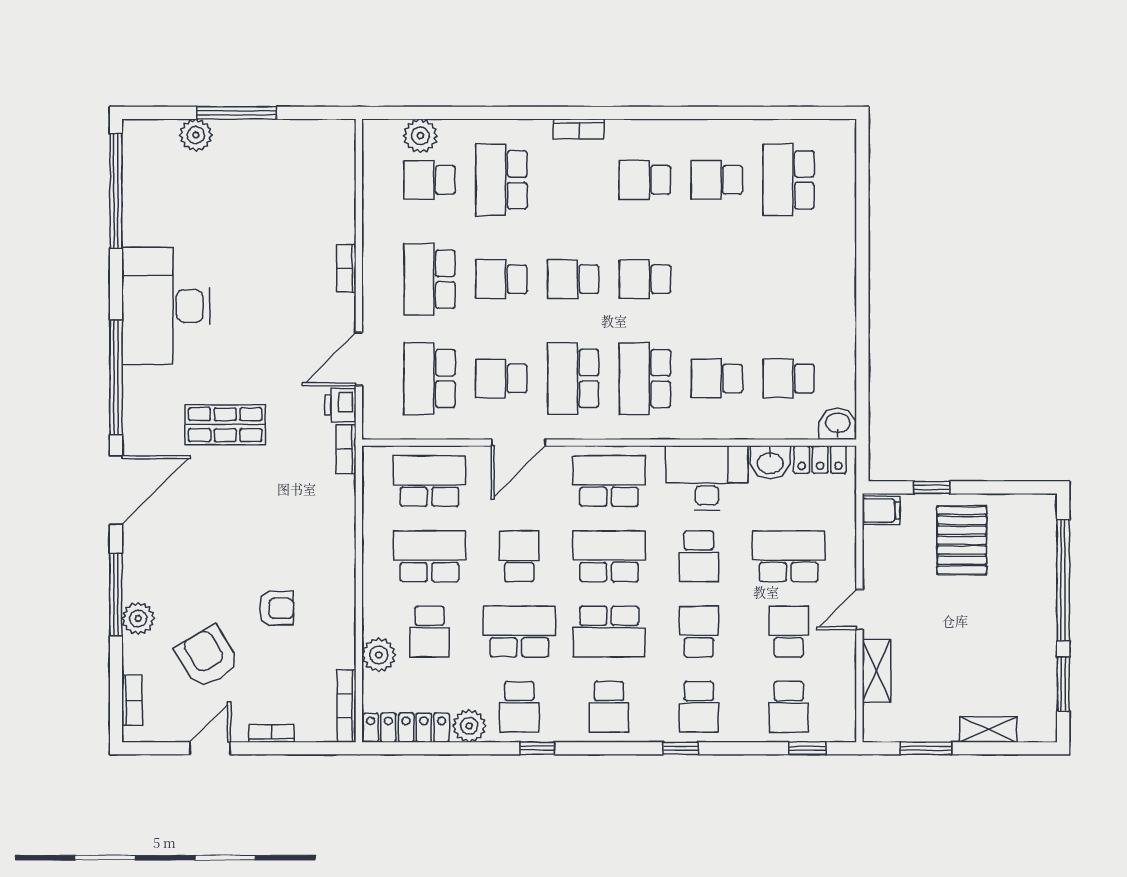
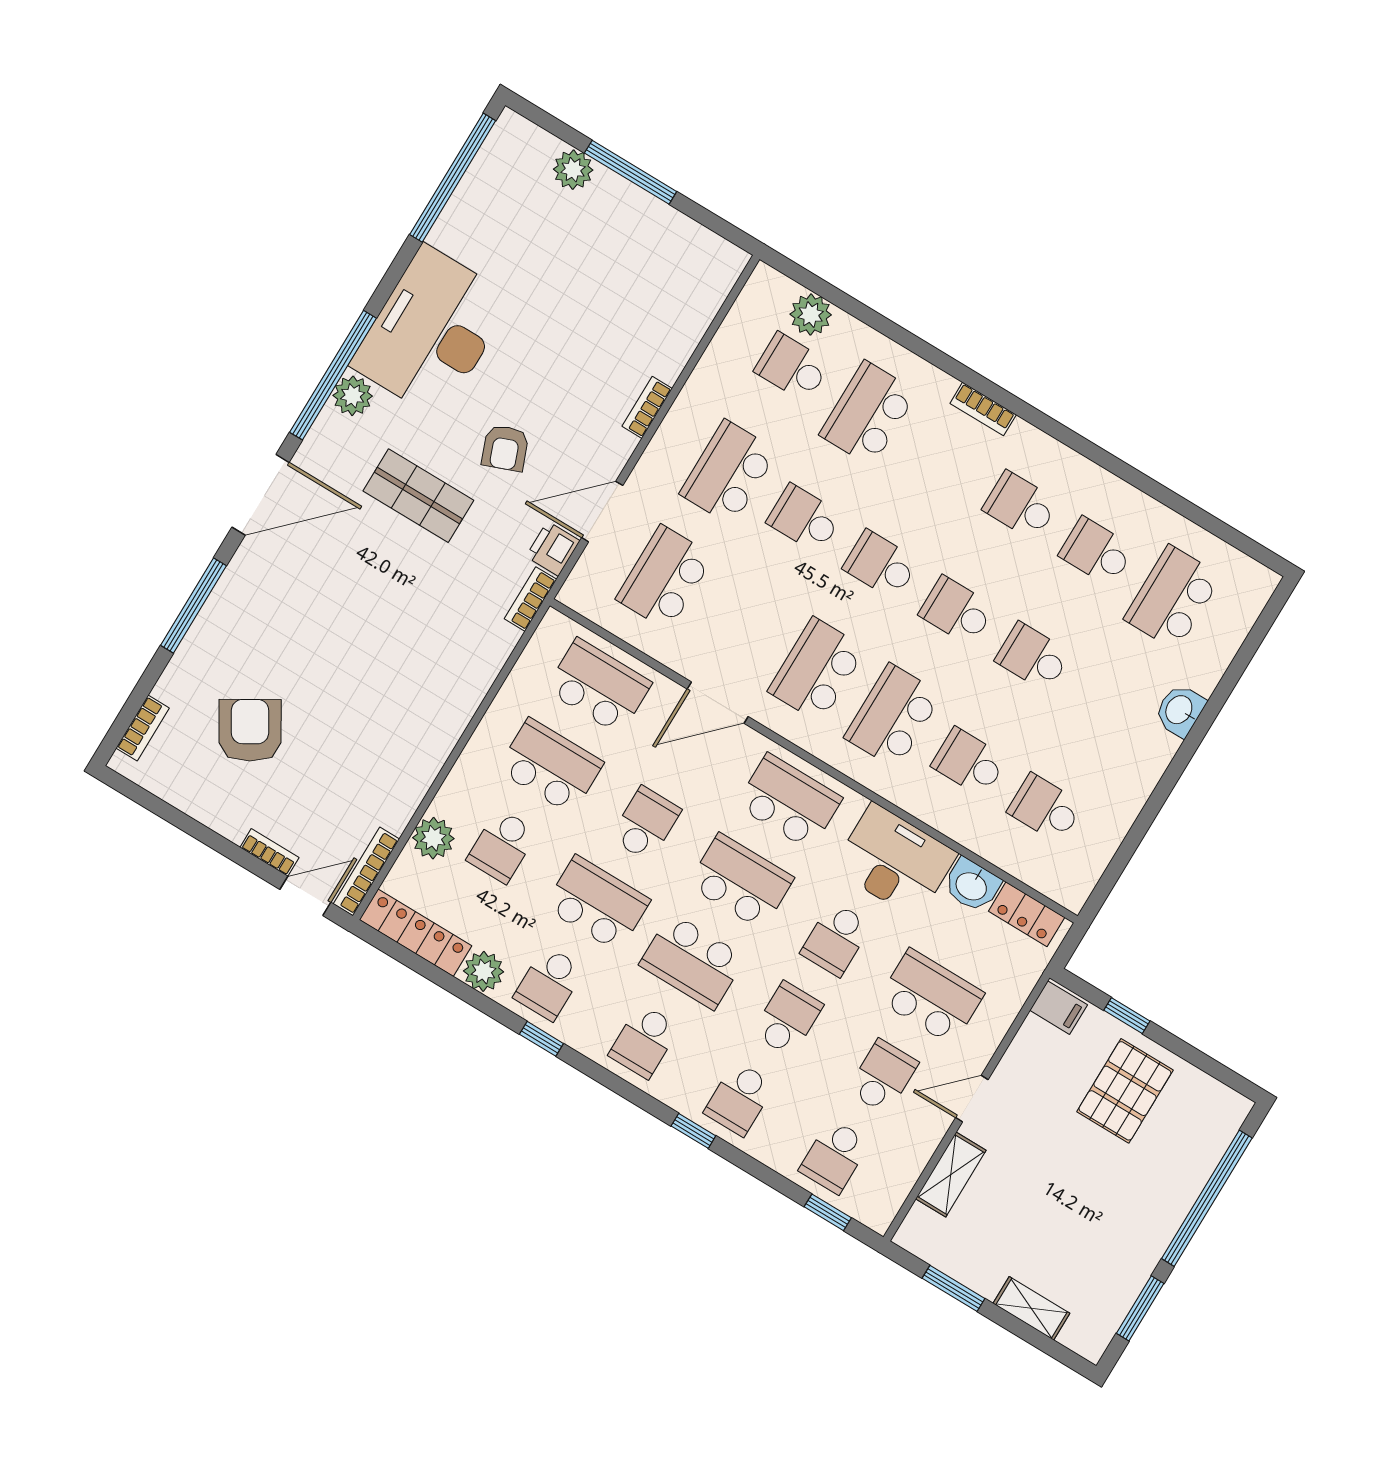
school desk: (501, 378) -> (1033, 657), moved
washbasin: (838, 424) -> (1180, 710), moved, turned -90
armchair: (276, 608) -> (505, 448), moved, turned 69
plant: (138, 619) -> (353, 396), moved
door: (210, 748) -> (305, 896), moved

